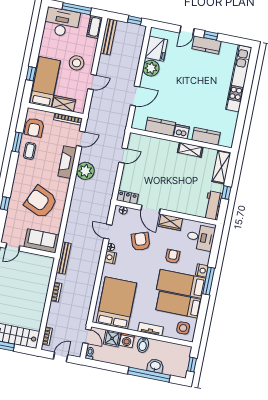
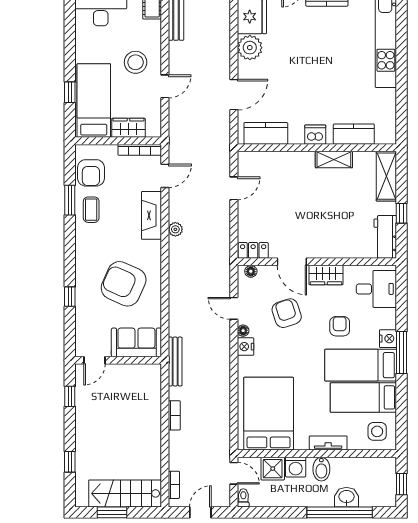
kitchen counter: (160, 127) -> (266, 133), moved
plant: (85, 171) -> (175, 229), width x0.53, depth x0.53

